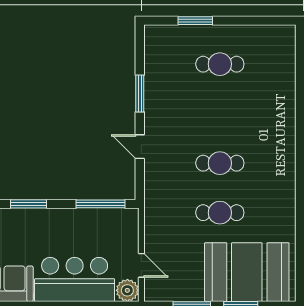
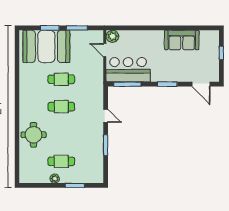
plant: (232, 33) -> (55, 179), added
round table: (270, 112) -> (34, 135), added
bar counter: (75, 279) -> (128, 70), moved, turned 180

